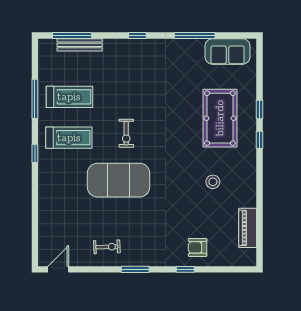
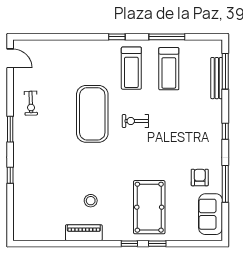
pool table: (220, 118) -> (149, 207), turned 90
piano: (248, 228) -> (84, 233), moved
armchair: (198, 247) -> (200, 177), moved

